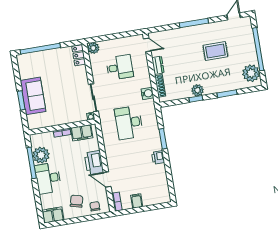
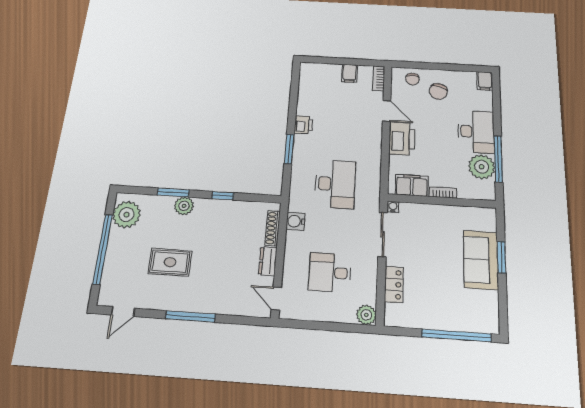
locker: (79, 55) -> (394, 284), moved
plant: (197, 90) -> (184, 206), moved
filing cabinet: (53, 215) -> (485, 81), width x0.50

